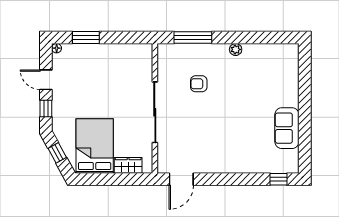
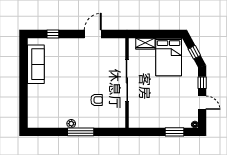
window: (193, 37) -> (81, 132), moved
sofa: (287, 128) -> (36, 64), width x1.36
door: (181, 179) -> (93, 34), moved
window: (279, 179) -> (53, 34), moved

